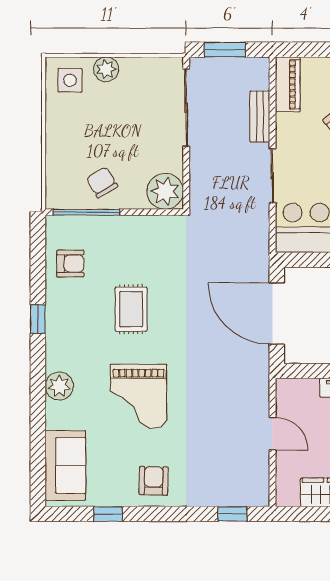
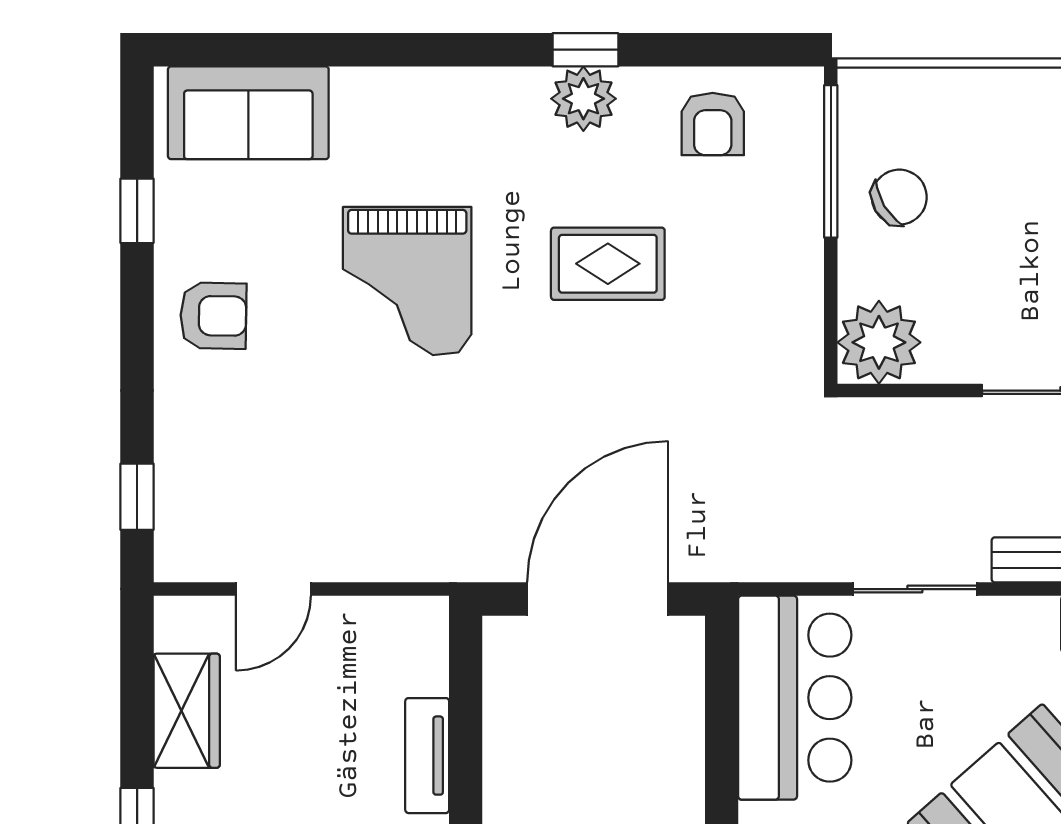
plant: (59, 386) -> (583, 99), moved
grand piano: (139, 396) -> (407, 281), turned -90
door: (272, 434) -> (273, 589), moved

